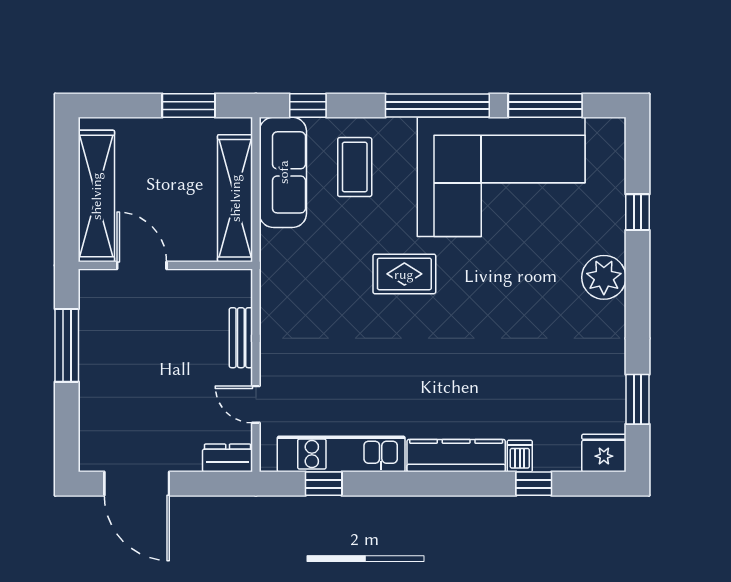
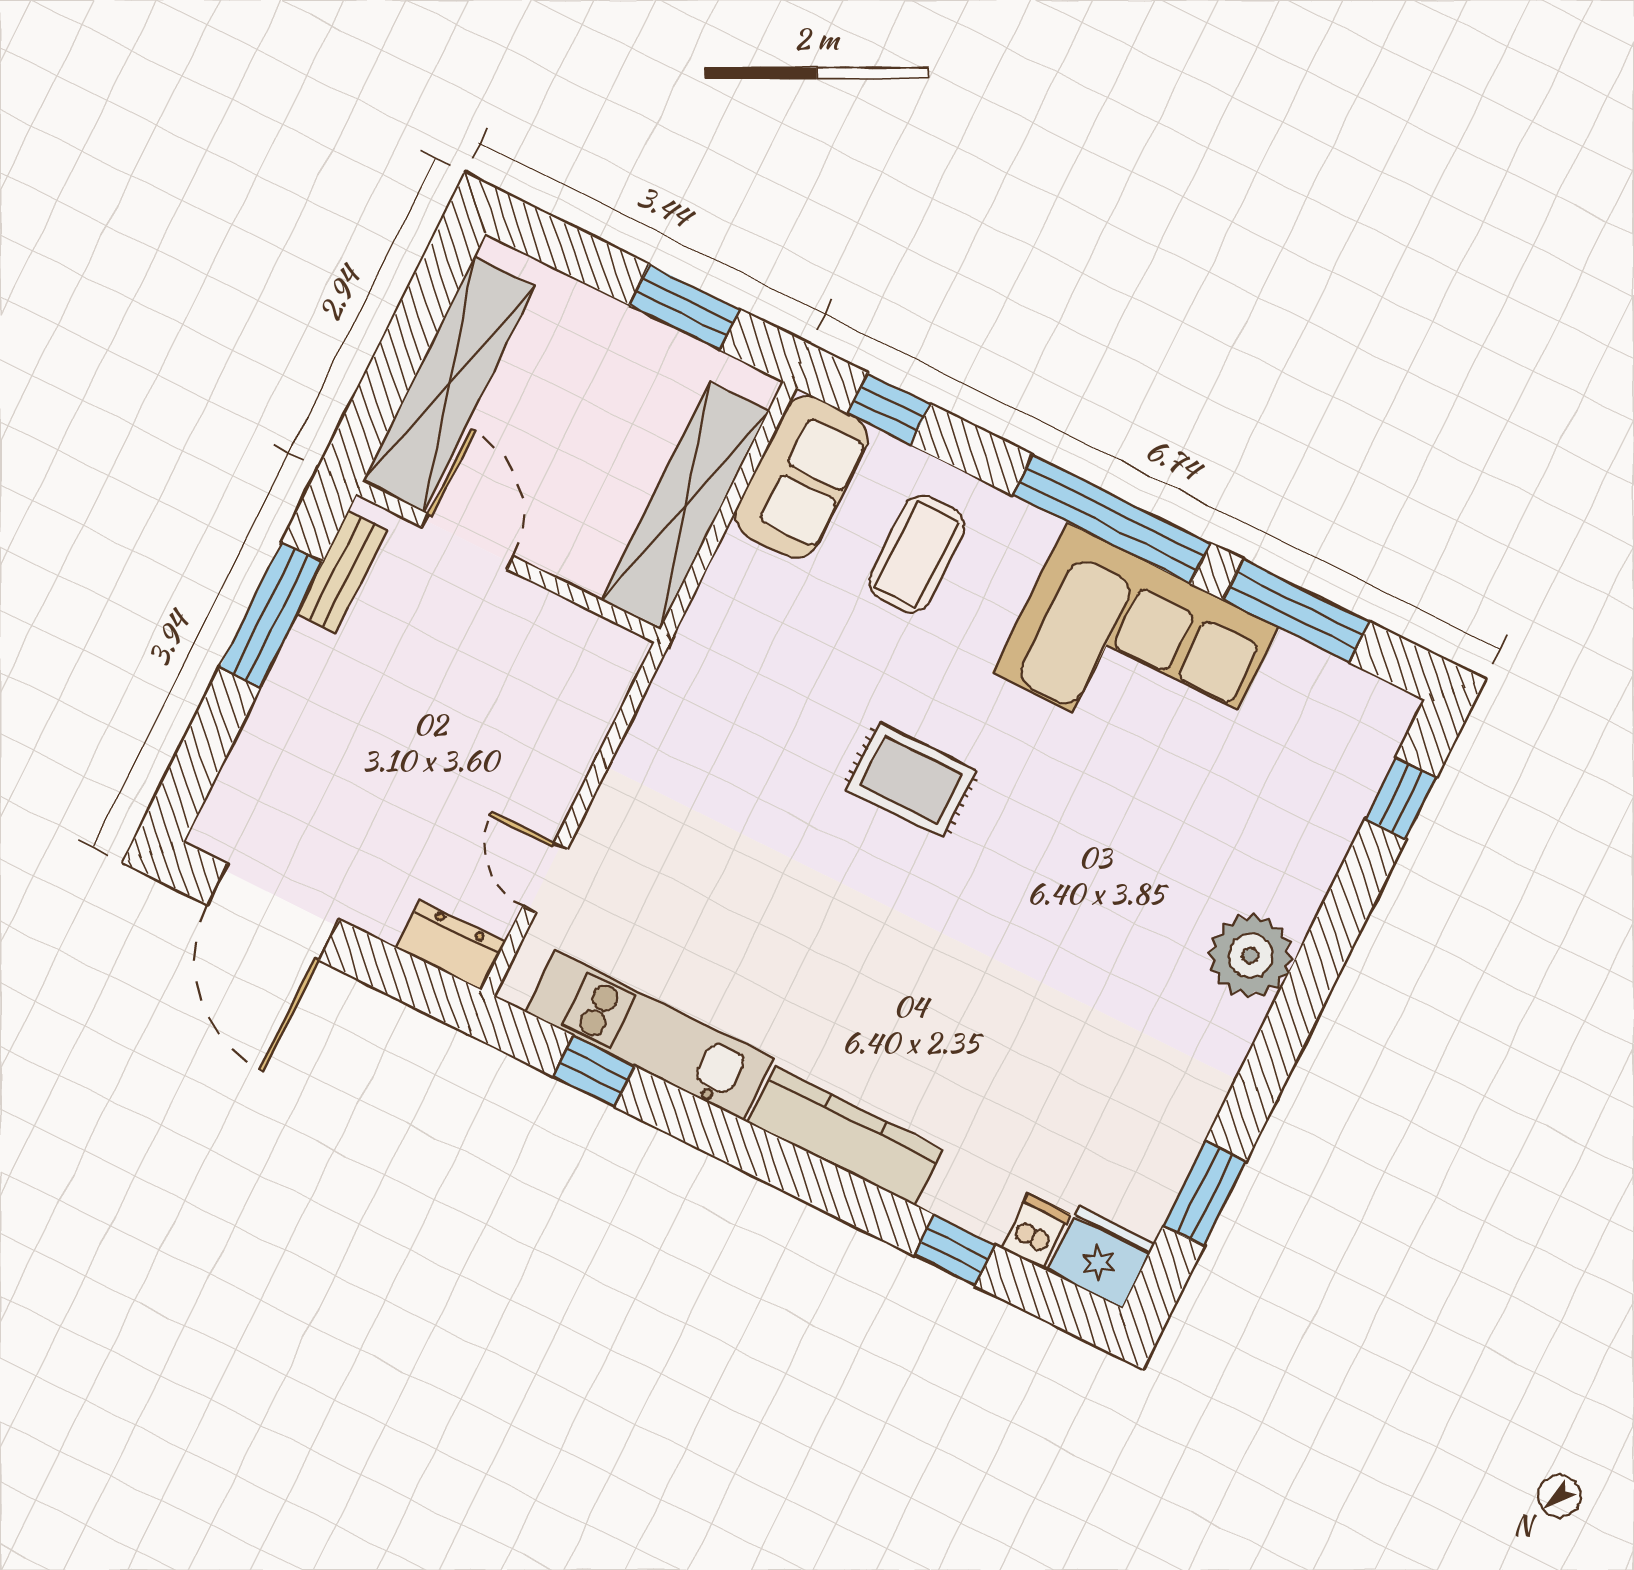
sofa: (283, 172) -> (802, 477), width x0.73
corner sofa: (501, 177) -> (1135, 650), width x0.73, depth x0.74
window: (638, 212) -> (1401, 798), moved
bench: (241, 338) -> (342, 572), moved
dishwasher: (520, 456) -> (1035, 1231), moved

